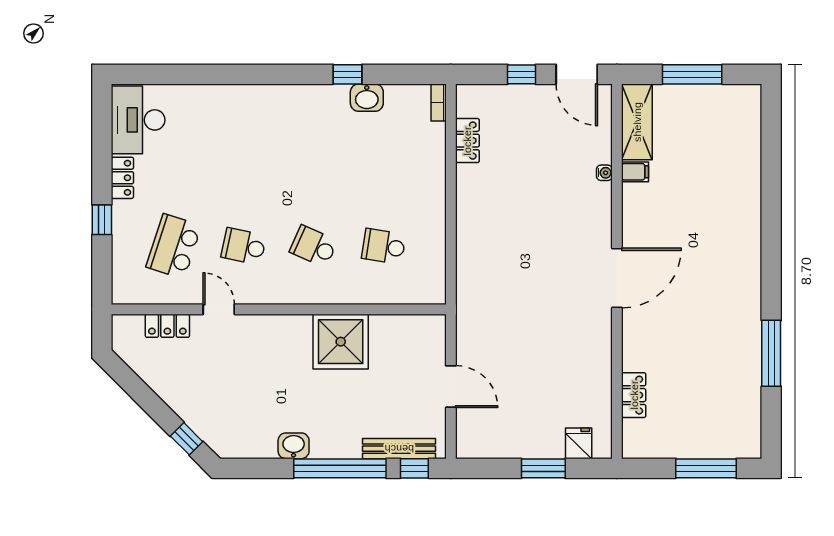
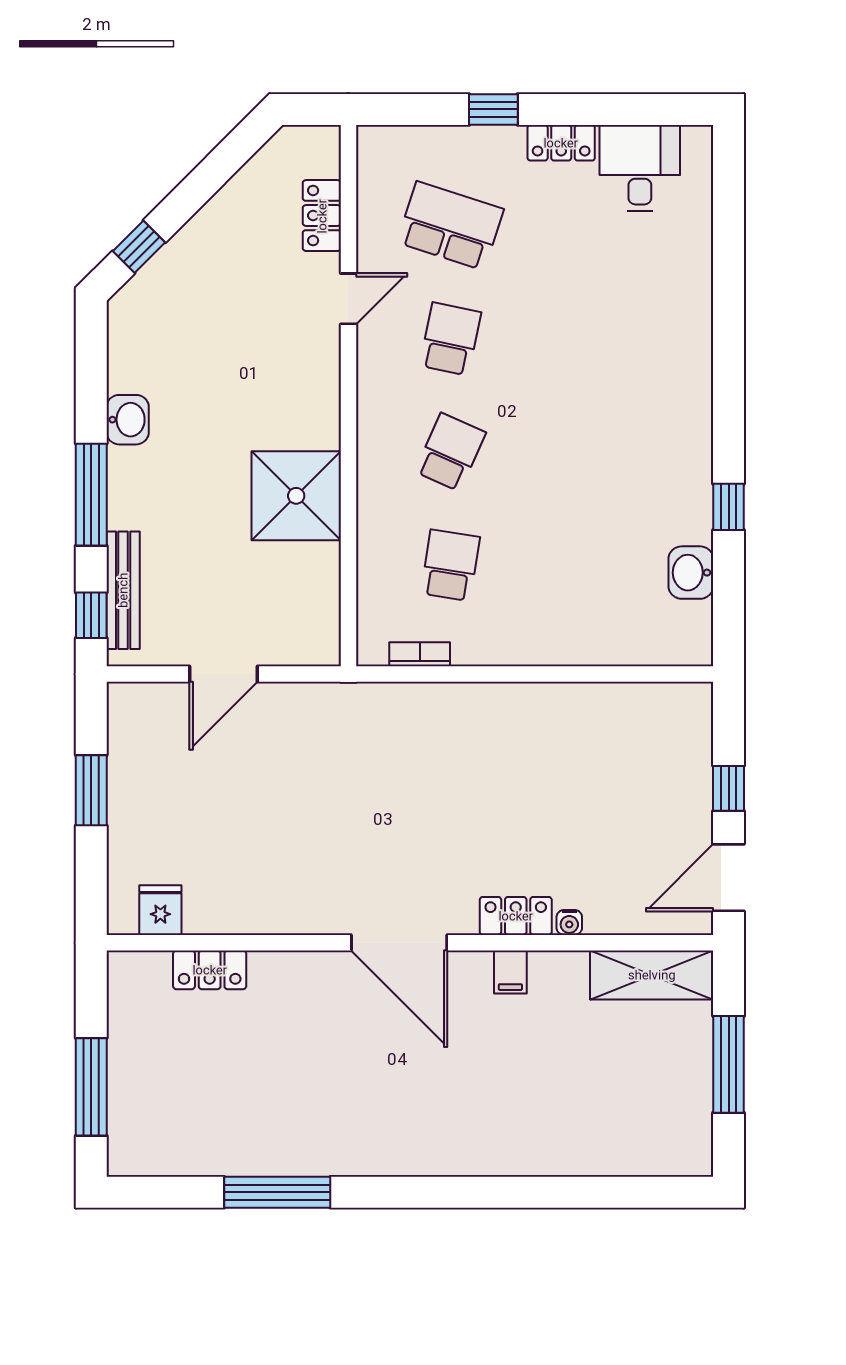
washbasin: (367, 98) -> (691, 573), moved
bookcase: (439, 102) -> (420, 654), moved
desk: (138, 120) -> (640, 168), width x0.73
locker: (467, 141) -> (516, 916), moved, turned 180
filing cabinet: (635, 172) -> (510, 972), moved
fridge: (579, 443) -> (160, 910), moved, turned -90
window: (340, 468) -> (91, 495), width x0.68
window: (543, 468) -> (91, 790), moved

